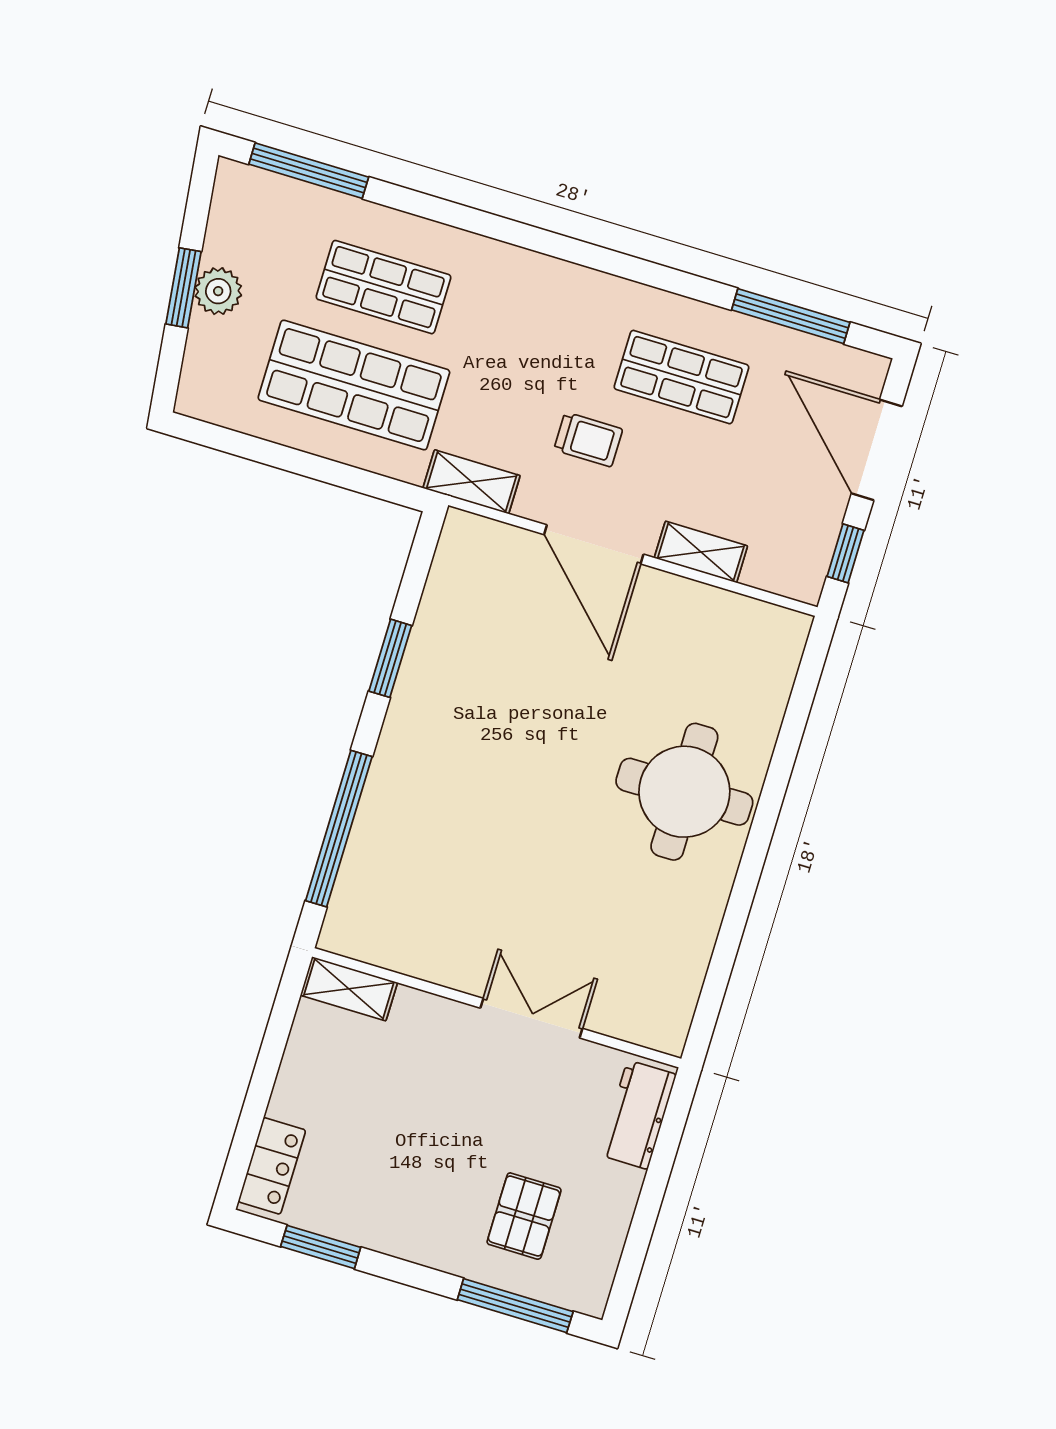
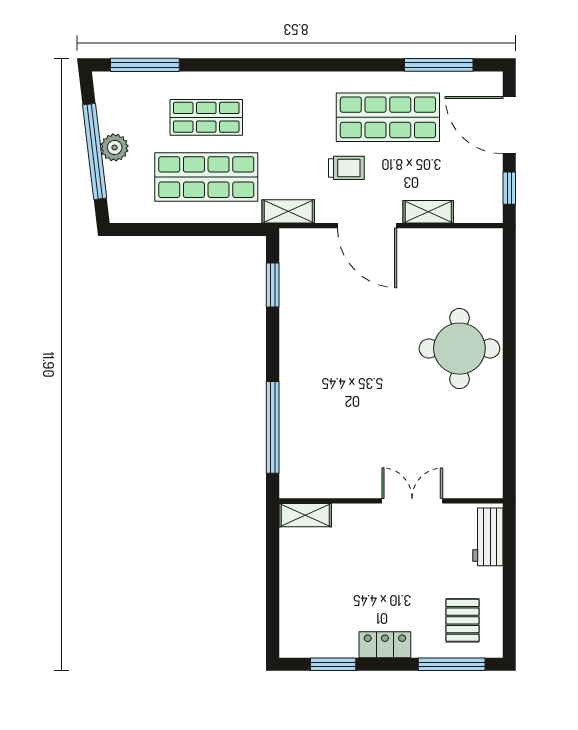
window: (183, 288) -> (95, 151), width x2.11
shop shelf: (681, 377) -> (388, 117), width x1.43, depth x1.36
window: (390, 658) -> (273, 285), moved
locker: (272, 1166) -> (385, 645), moved, turned -90
pallet: (524, 1216) -> (462, 620), moved

